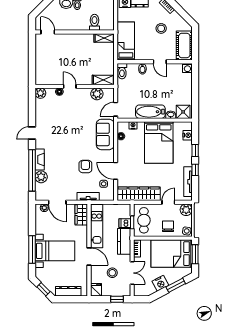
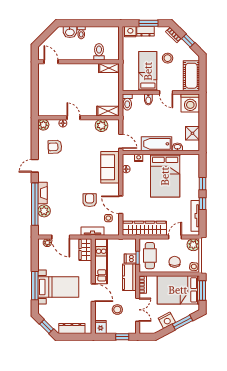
window: (181, 11) -> (188, 41), added
bed: (126, 41) -> (148, 71), moved
washing machine: (187, 68) -> (190, 103), width x1.89, depth x1.89
door: (116, 109) -> (121, 141), swing flipped
shower: (183, 112) -> (192, 133), moved
armchair: (52, 115) -> (55, 147), added
nightstand: (188, 135) -> (195, 168), removed

